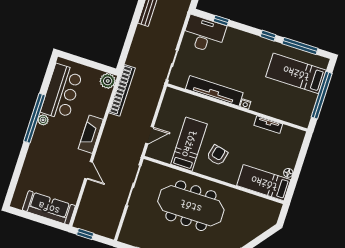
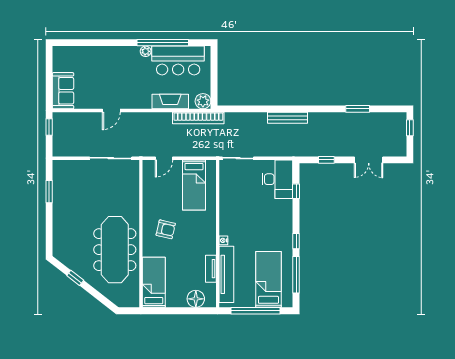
tv unit: (214, 91) -> (226, 274), moved
window: (35, 118) -> (163, 43), moved
fireplace: (91, 134) -> (170, 102), moved
door: (150, 135) -> (164, 158), hinge flipped
bed: (189, 144) -> (194, 185), moved, turned 90
floor lamp: (288, 173) -> (196, 299), moved, width x1.89, depth x1.89
meeting table: (191, 206) -> (115, 250), moved
sofa: (49, 208) -> (63, 91), width x0.73

